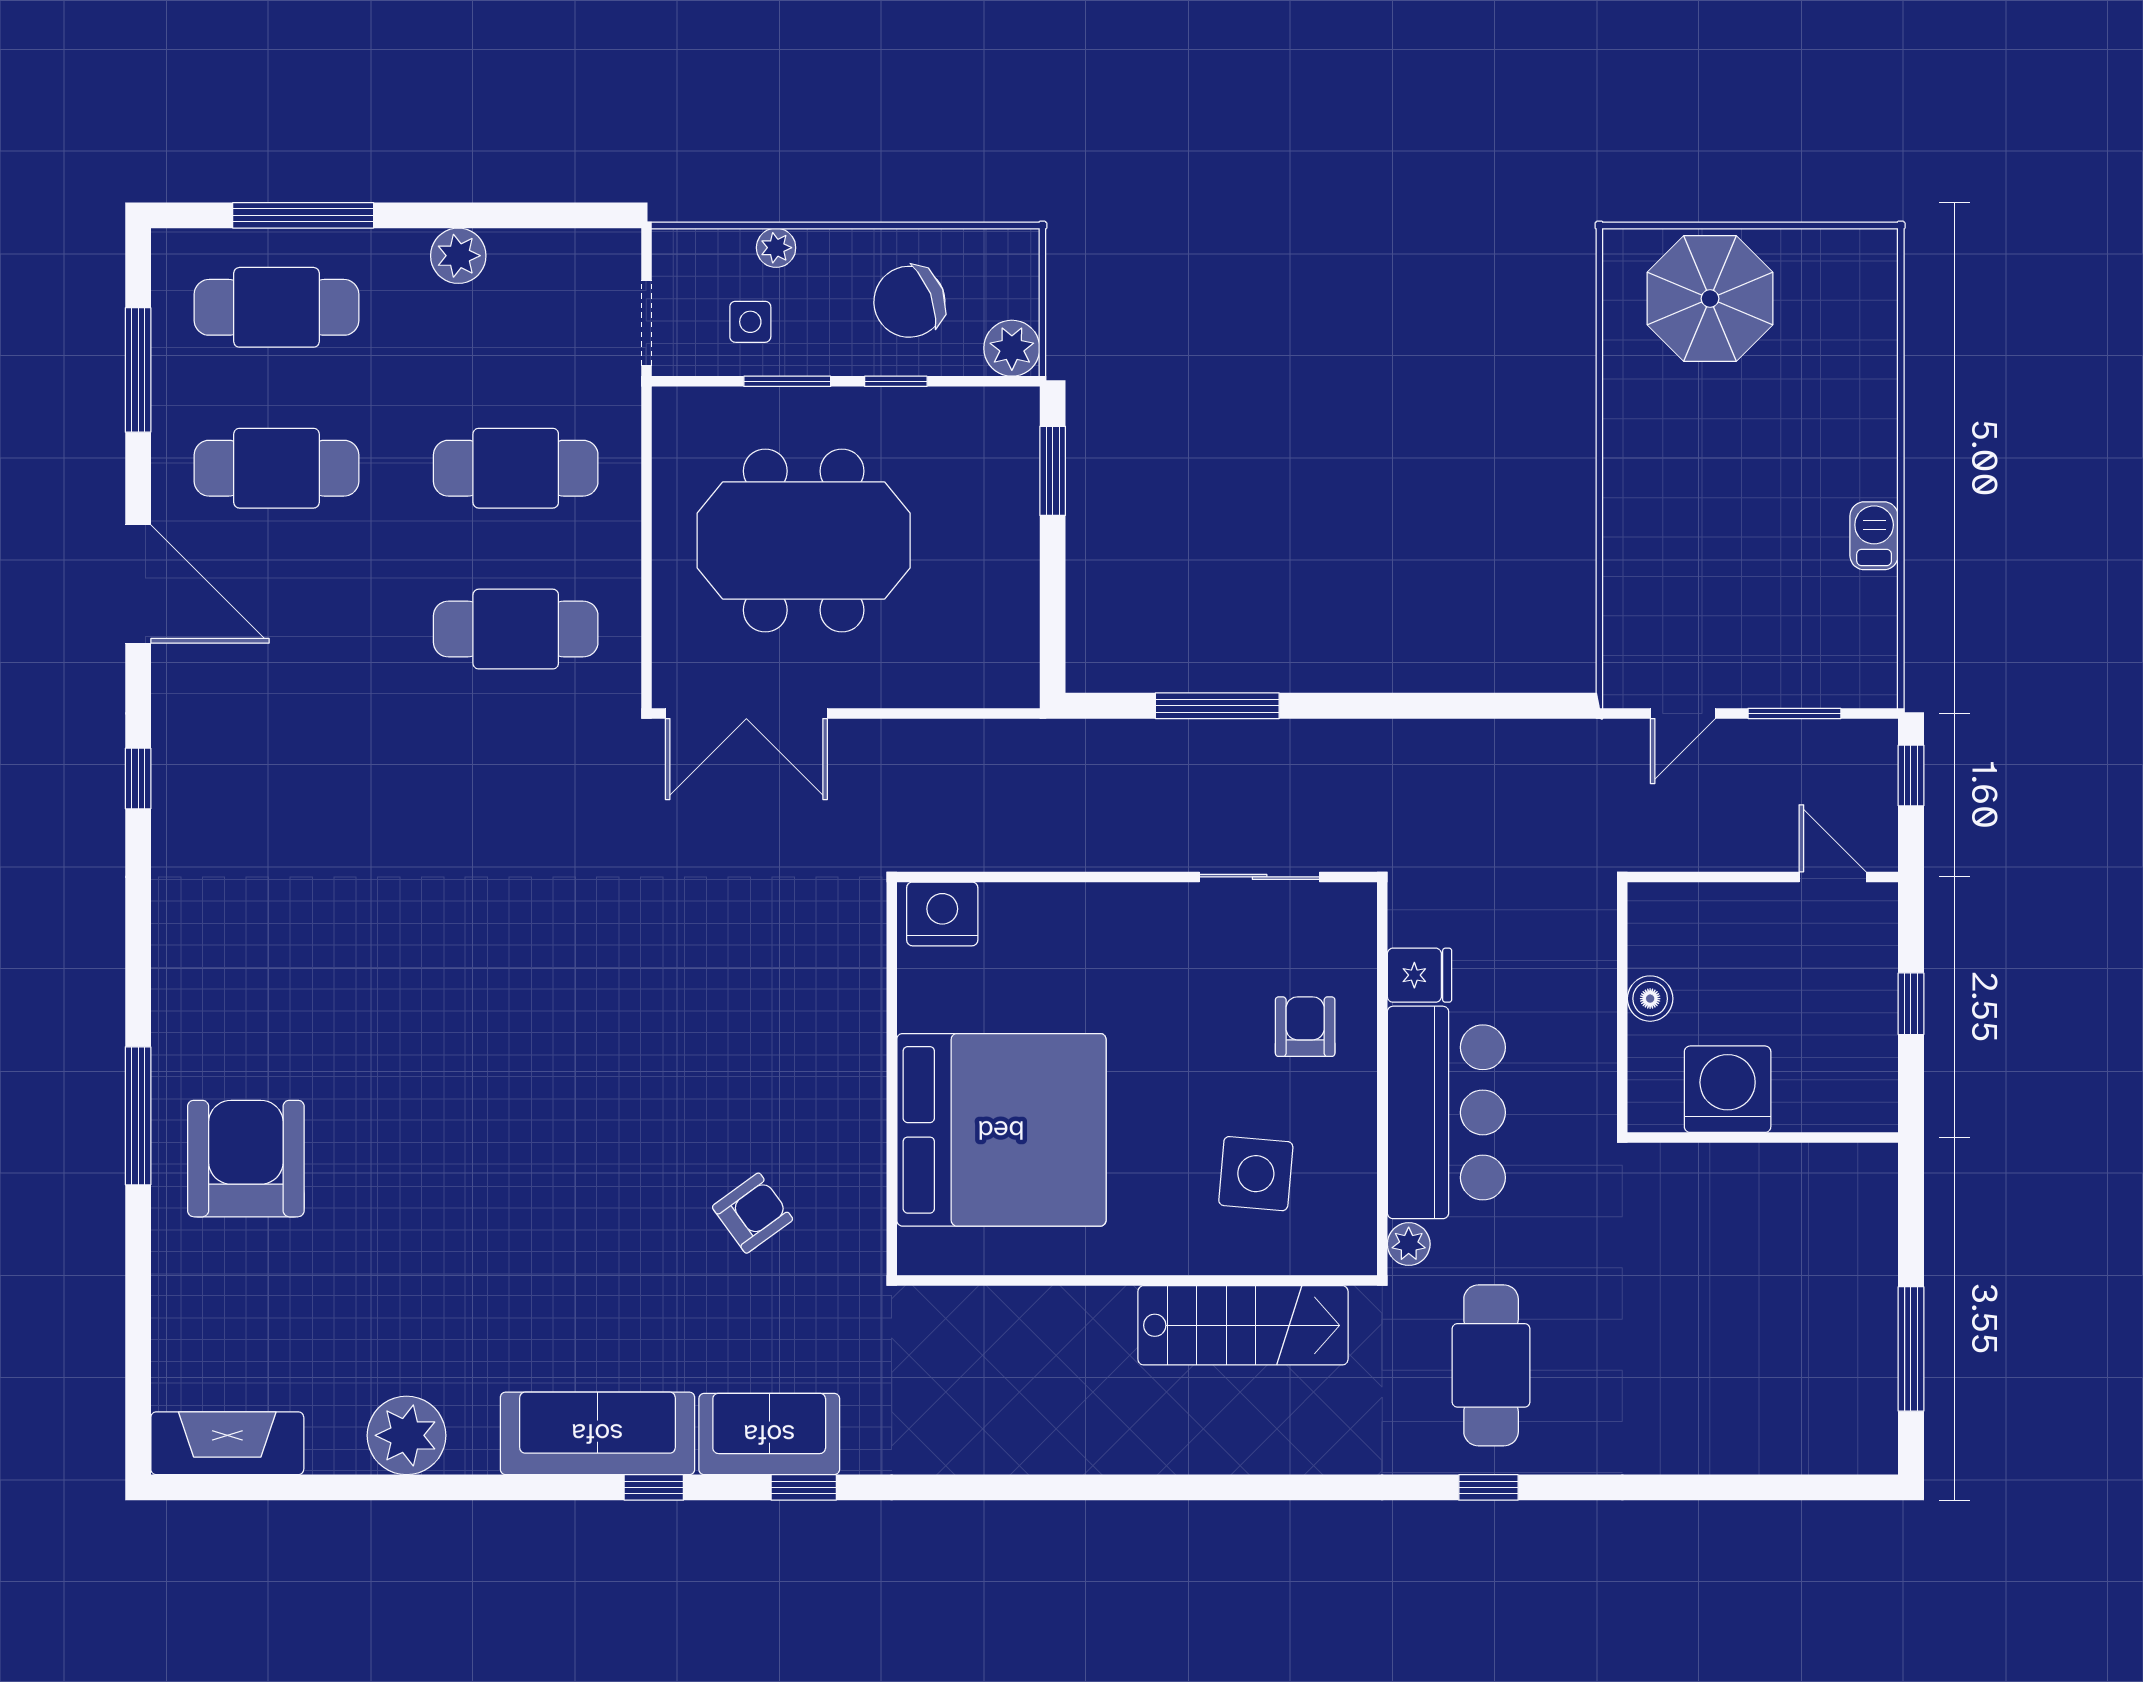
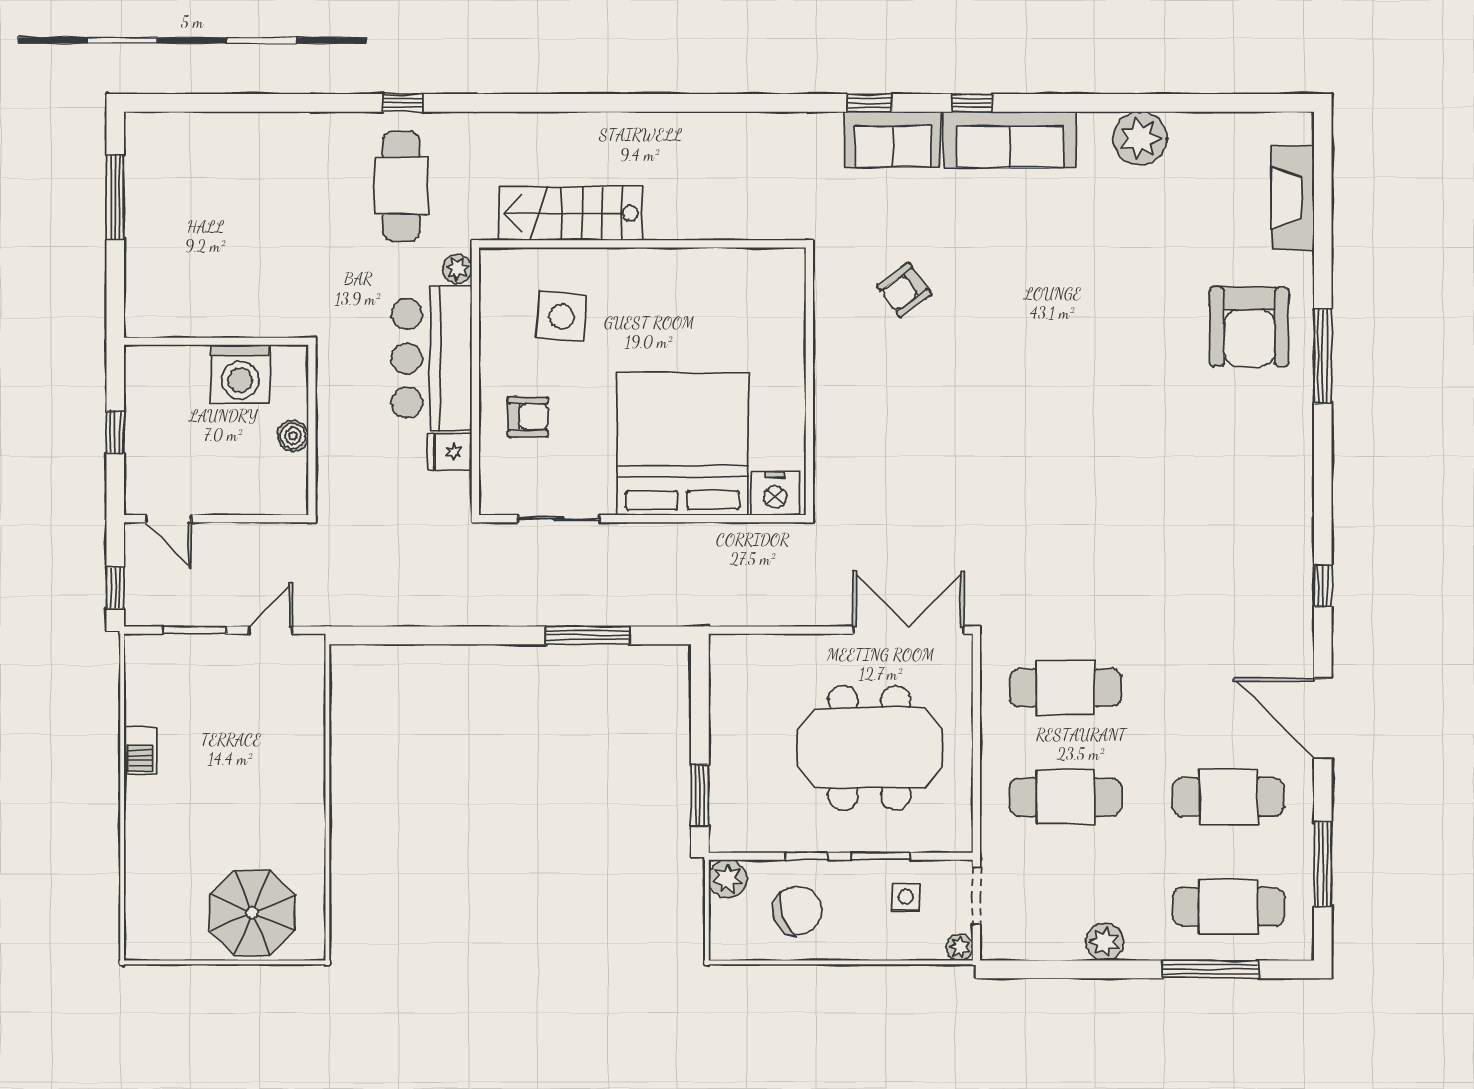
plant: (776, 248) -> (960, 947), moved
armchair: (1305, 1027) -> (528, 417), turned -90
bed: (1001, 1130) -> (682, 444), moved, turned 90
fireplace: (227, 1443) -> (1293, 198), moved, turned 90

